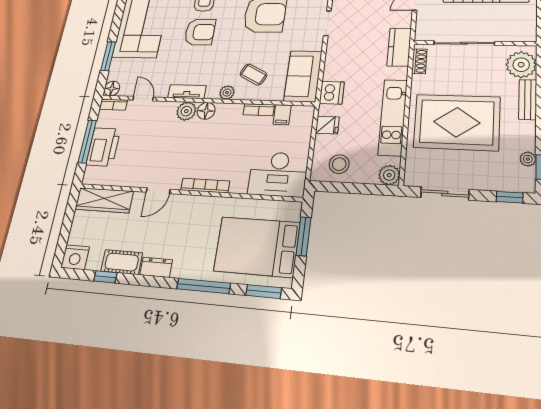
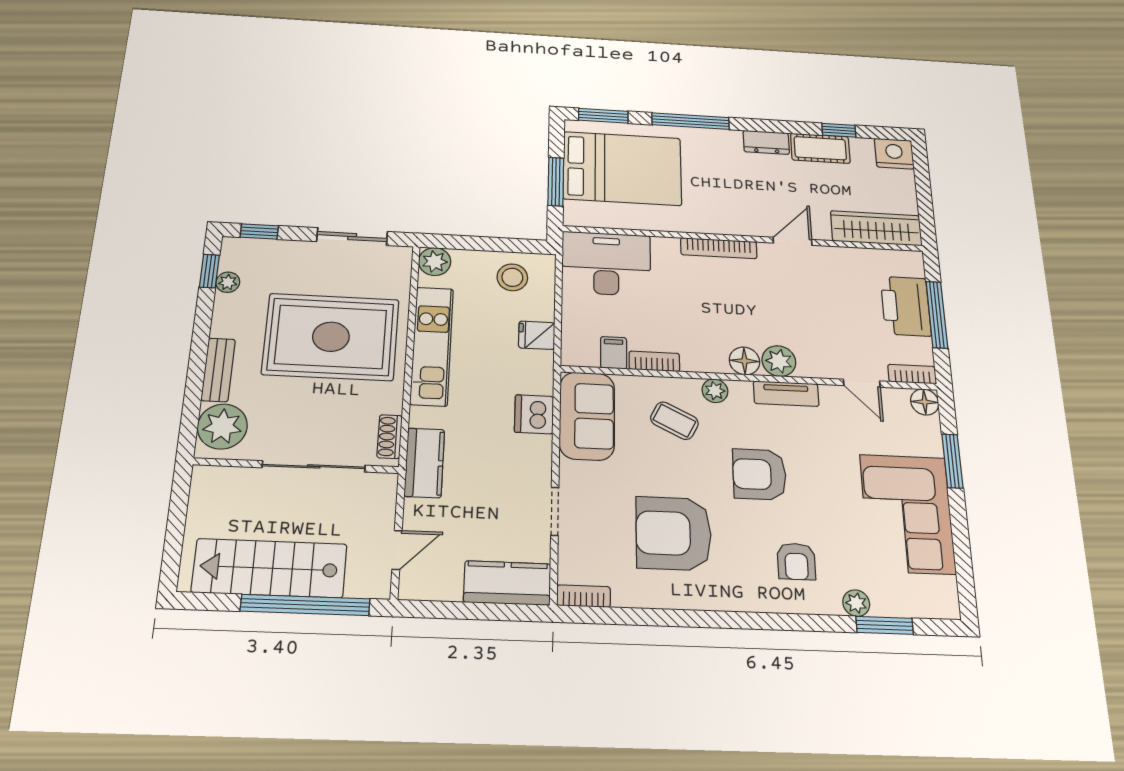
armchair: (200, 32) -> (759, 474), moved
dishwasher: (332, 93) -> (534, 414), moved

